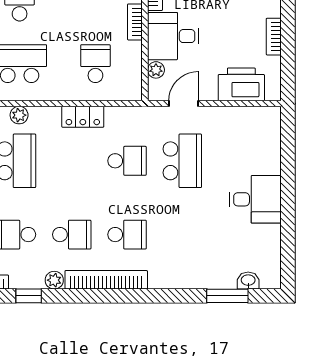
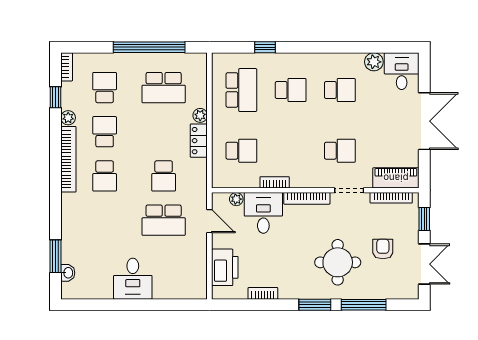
plant: (19, 115) -> (200, 115), moved
school desk: (72, 235) -> (105, 132), turned 180

